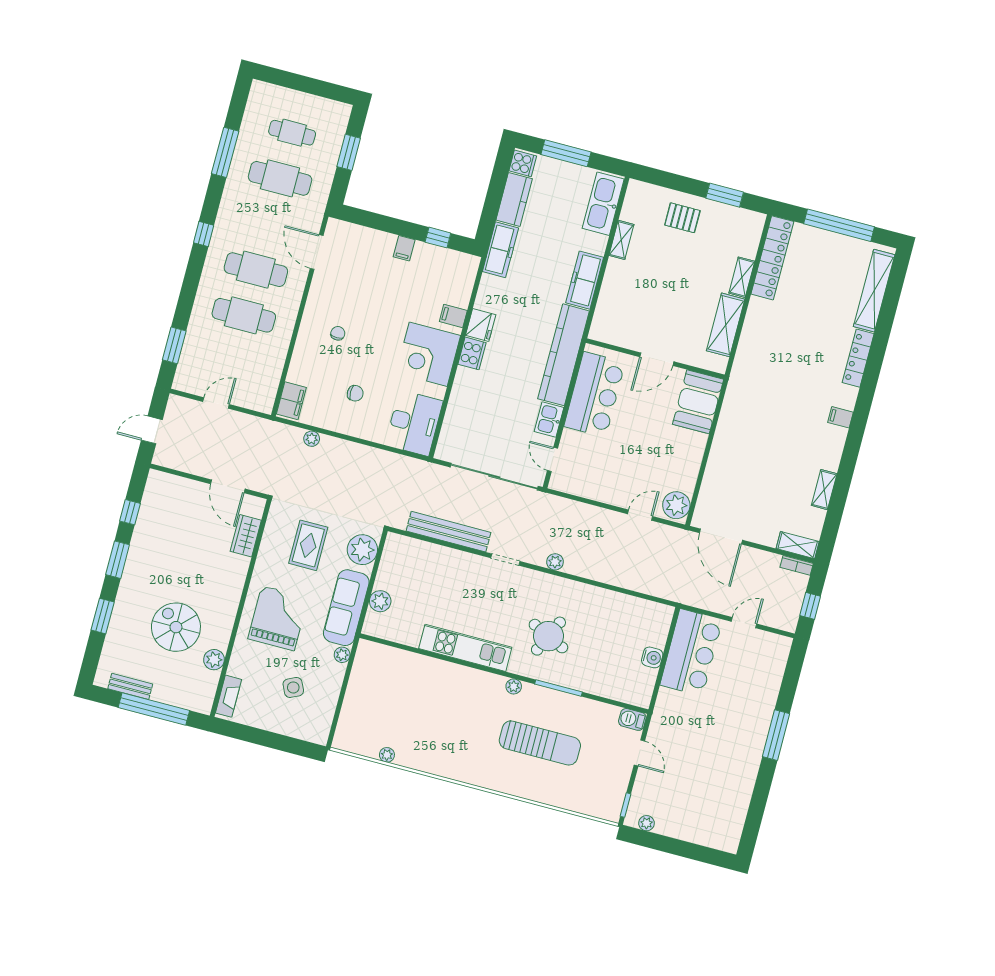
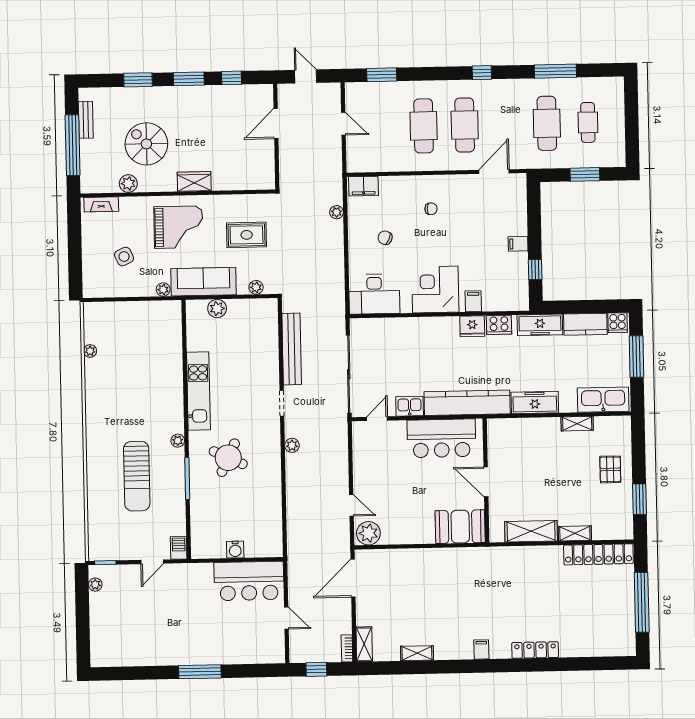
shelving: (874, 291) -> (595, 647), removed
cooker: (472, 353) -> (499, 325), moved
chair: (355, 393) -> (385, 238), turned 115
door: (228, 486) -> (276, 124), moved
wardrobe: (246, 536) -> (194, 181), moved
plant: (362, 550) -> (256, 287), width x0.53, depth x0.53
spiral stairs: (176, 627) -> (146, 144), turned -90

